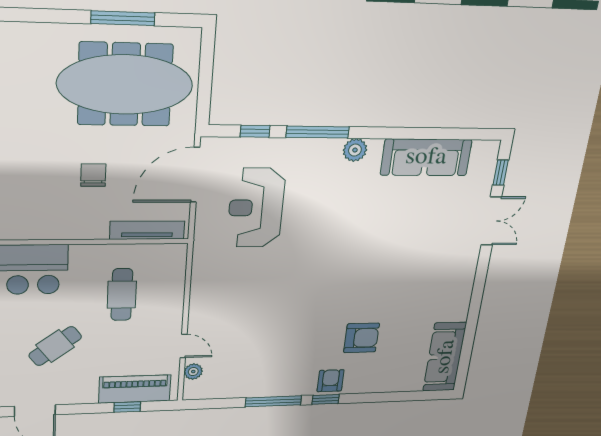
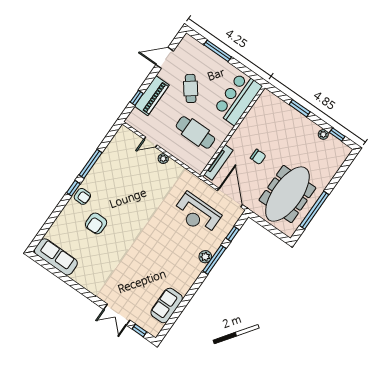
window: (123, 18) -> (314, 210), width x1.46
plant: (355, 150) -> (205, 257), moved
sofa: (426, 157) -> (167, 305), width x0.73
reception desk: (256, 208) -> (197, 214), turned 180
cafe table: (122, 295) -> (195, 132), width x1.37, depth x1.35
plant: (193, 372) -> (163, 159), moved
piano: (135, 389) -> (152, 96), moved

